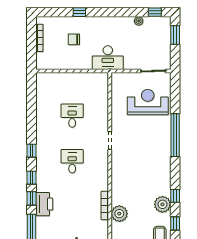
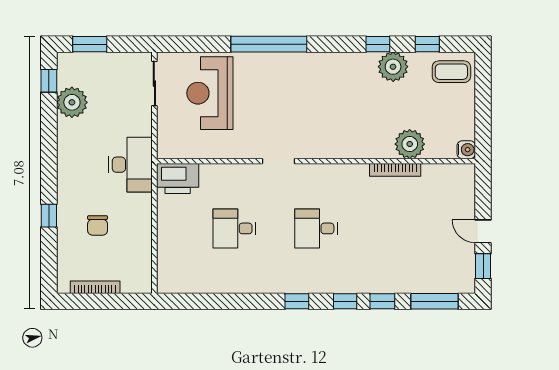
plant: (139, 21) -> (72, 102), width x1.87, depth x1.87
printer: (44, 204) -> (178, 178), moved, turned 180

